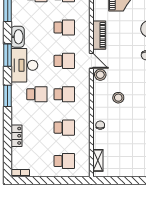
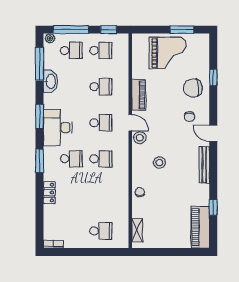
washbasin: (18, 37) -> (50, 81), moved
school desk: (64, 128) -> (101, 195), removed
locker: (17, 136) -> (49, 193), moved

